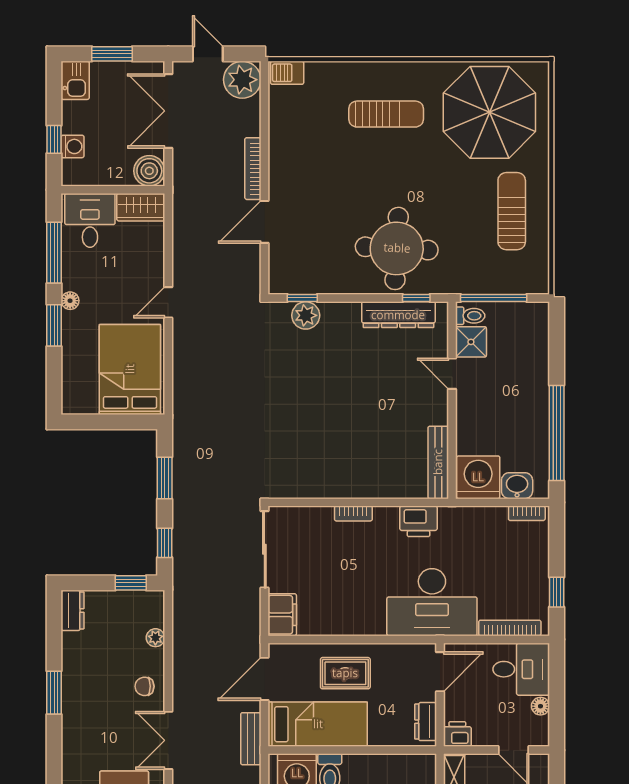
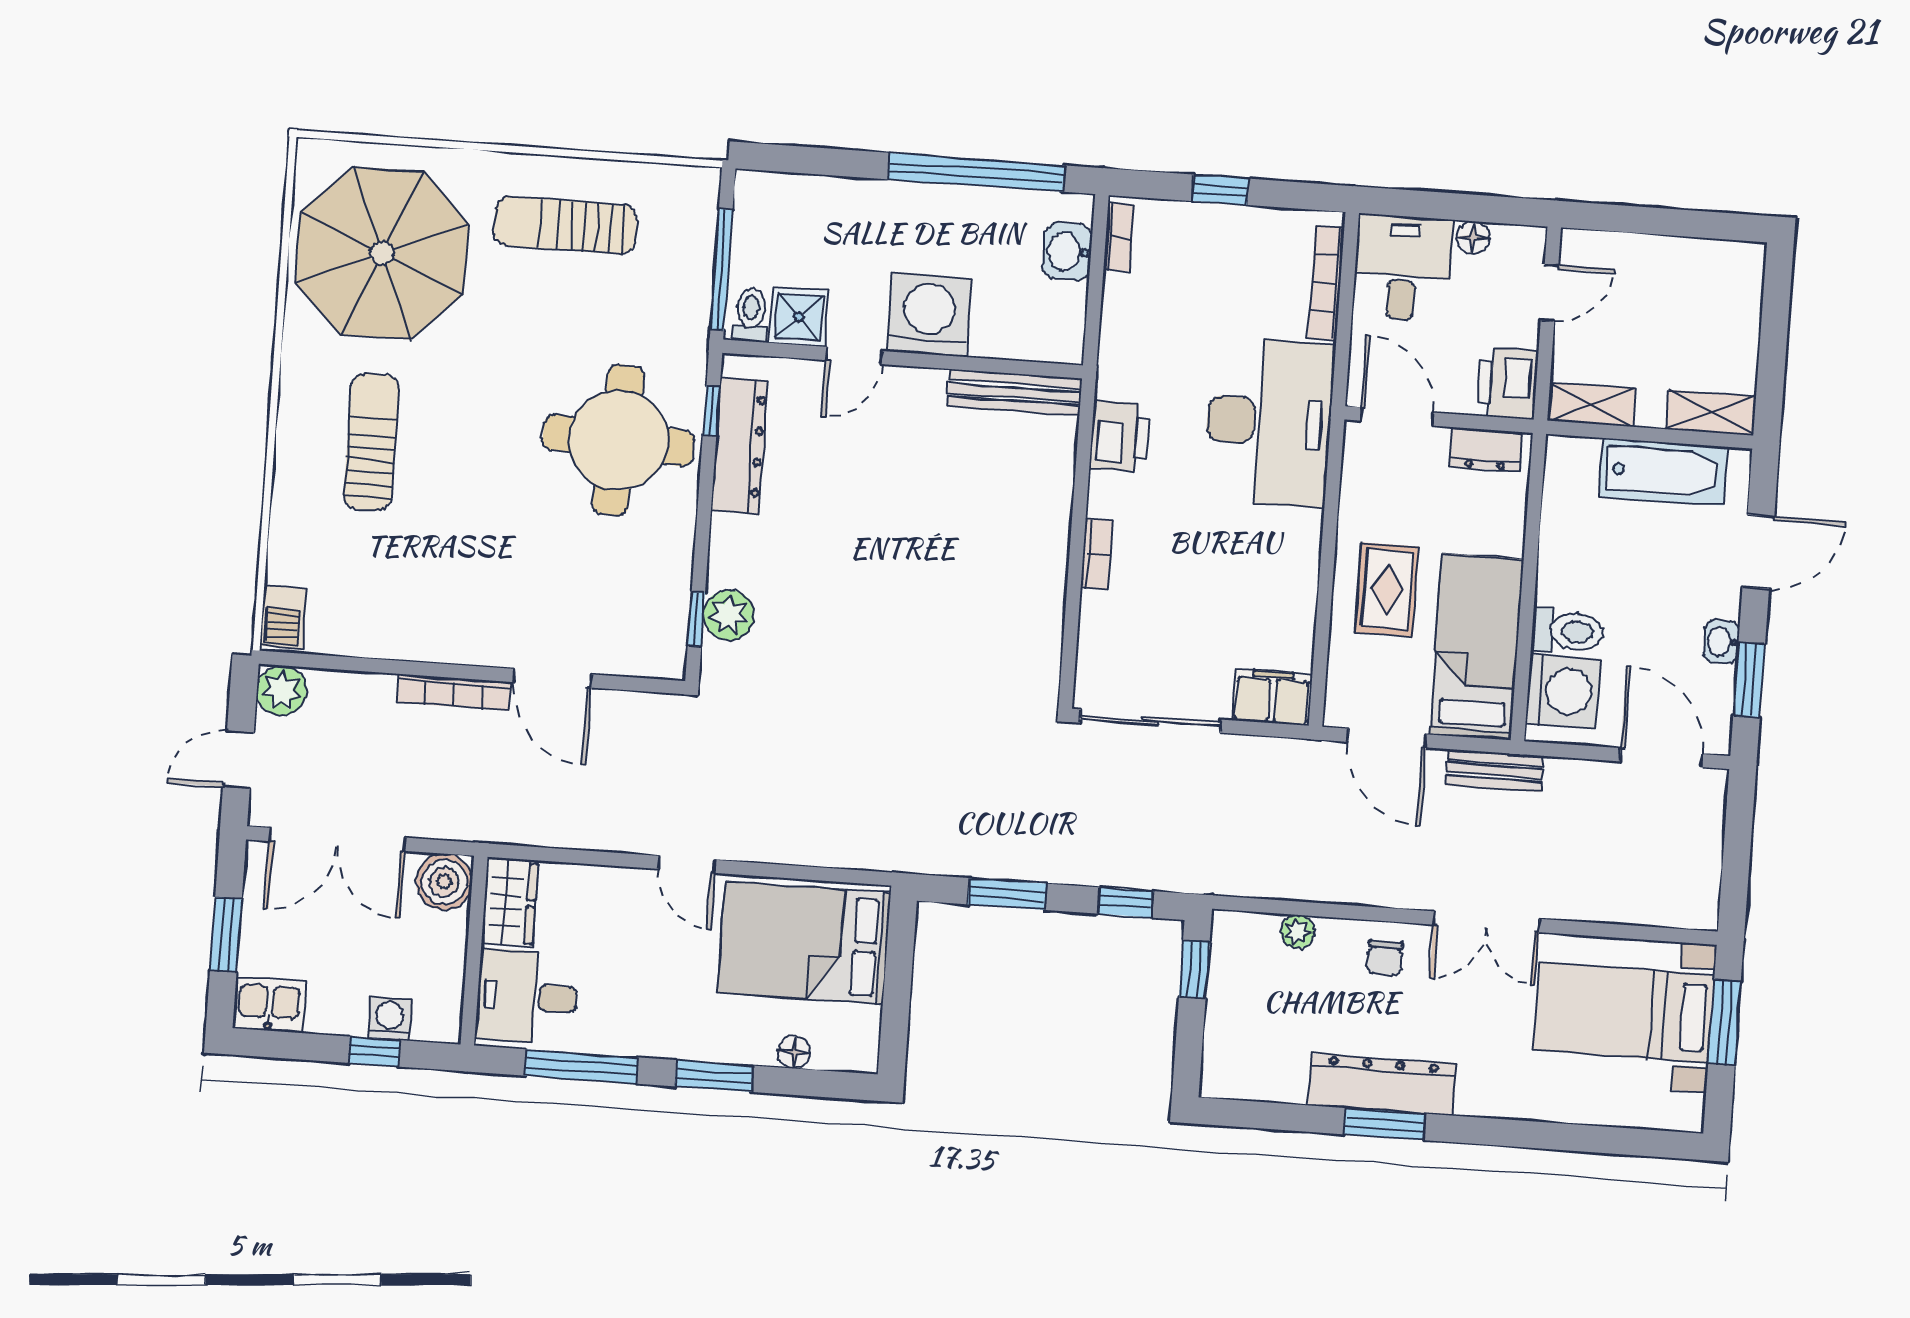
plant: (242, 80) -> (282, 690), width x0.73, depth x0.73
floor lamp: (70, 301) -> (794, 1052), moved
washing machine: (478, 477) -> (929, 315), moved, turned 90
window: (557, 592) -> (1221, 190), moved
dresser: (73, 610) -> (1382, 1085), moved, width x1.96, depth x1.24
printer: (457, 734) -> (1508, 384), width x1.36, depth x1.24

